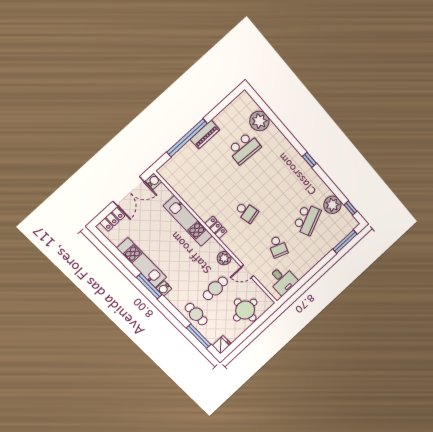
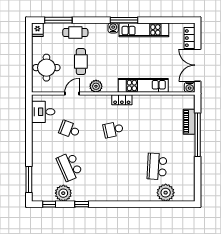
piano: (205, 135) -> (189, 122), moved
window: (309, 160) -> (82, 204), moved

